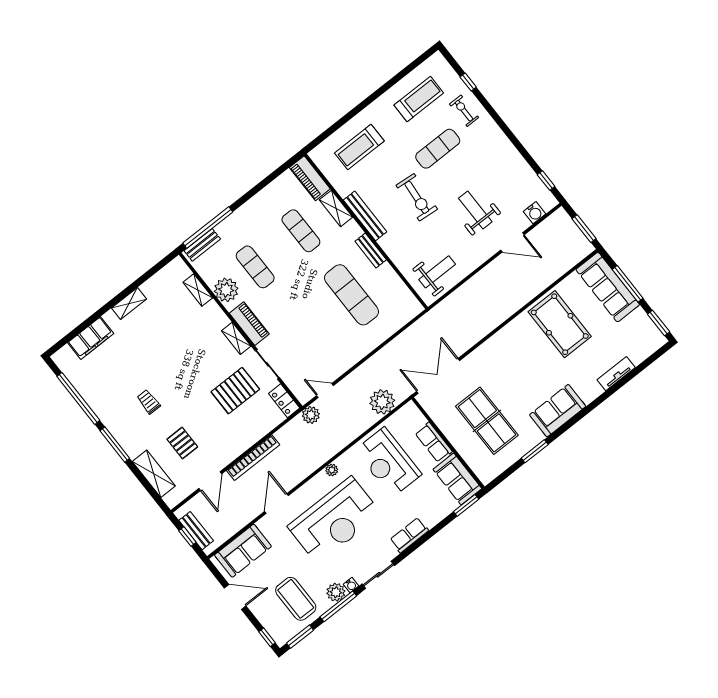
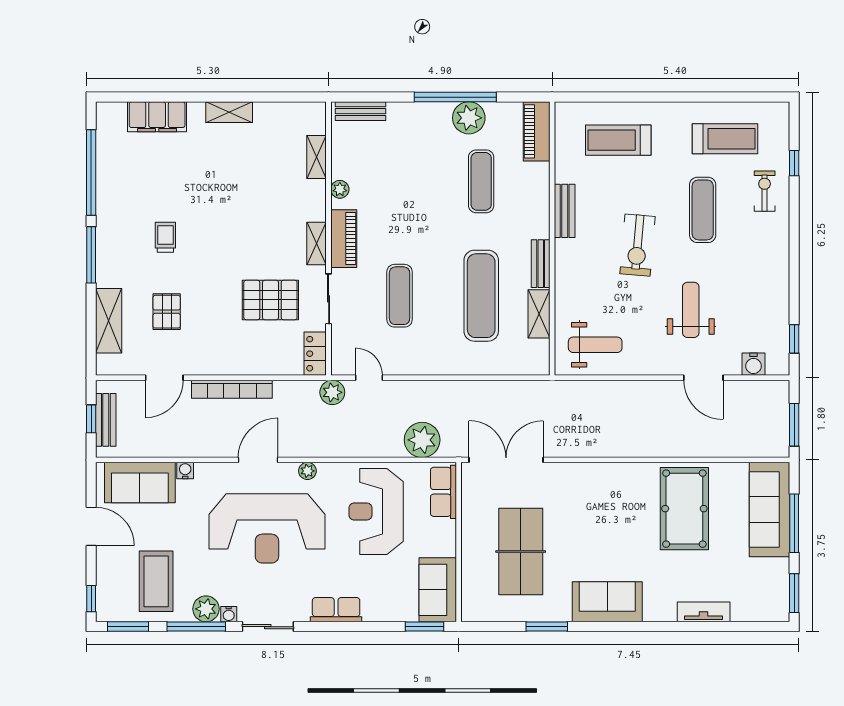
exercise mat: (438, 149) -> (703, 210), turned 90
plant: (266, 201) -> (469, 118), added
shelving: (336, 208) -> (539, 314), moved
bench: (365, 216) -> (565, 211), width x0.73
window: (208, 228) -> (455, 97), moved
exercise mat: (255, 267) -> (400, 296), moved
plant: (226, 290) -> (340, 189), width x0.53, depth x0.53
row of seats: (434, 442) -> (443, 492), moved
door: (277, 503) -> (258, 460), moved
water cooler: (263, 524) -> (185, 470), added

